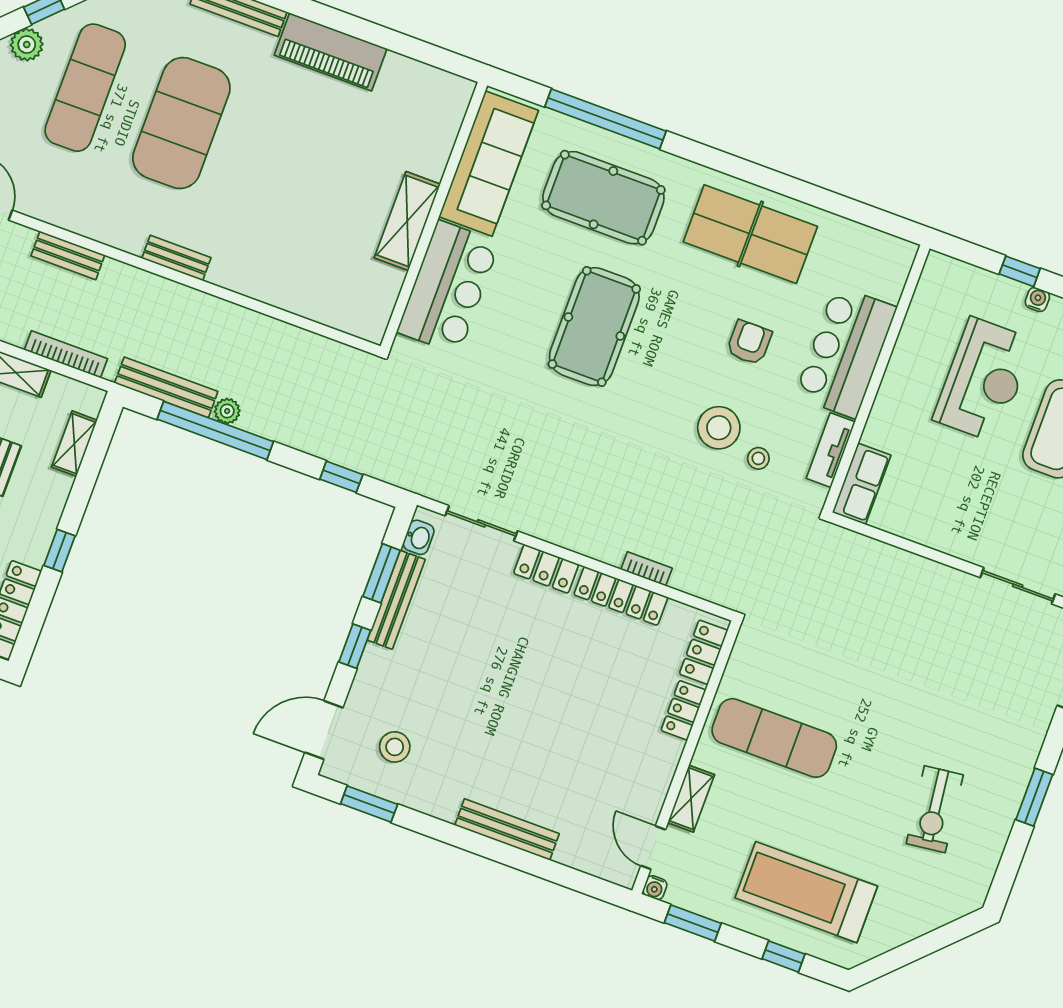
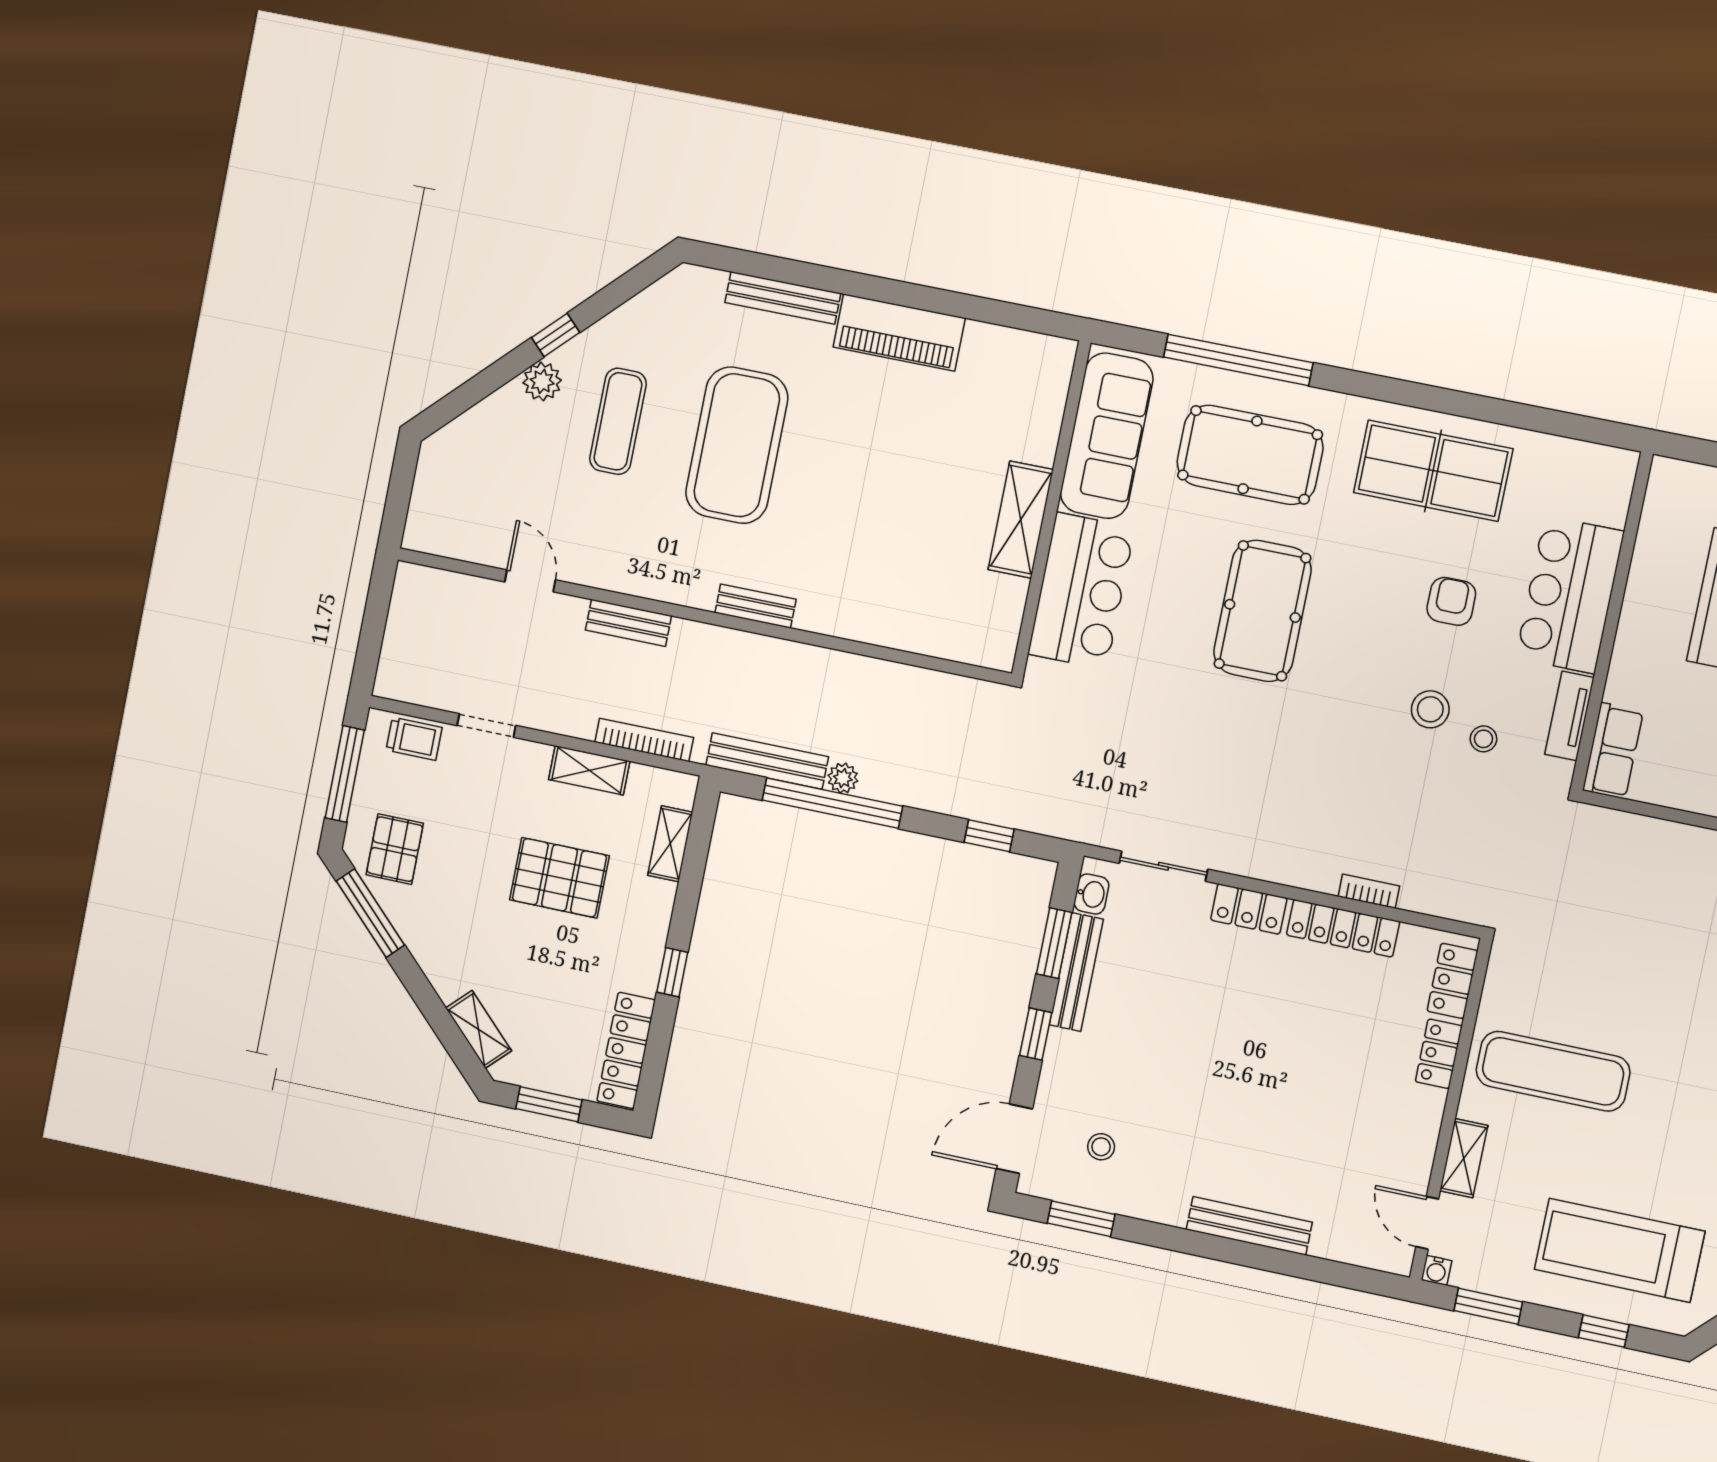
exercise mat: (85, 88) -> (618, 421), width x0.73, depth x0.69
stool: (719, 428) -> (1430, 709), width x0.73, depth x0.73
stool: (395, 747) -> (1101, 1147), width x0.73, depth x0.73

